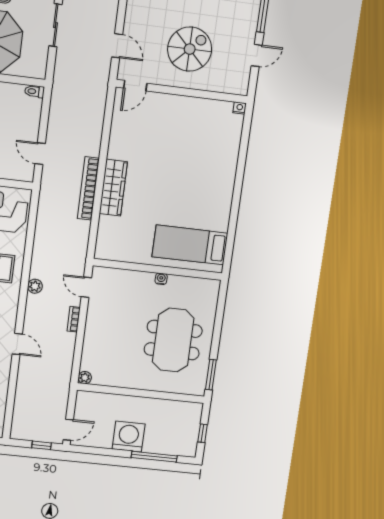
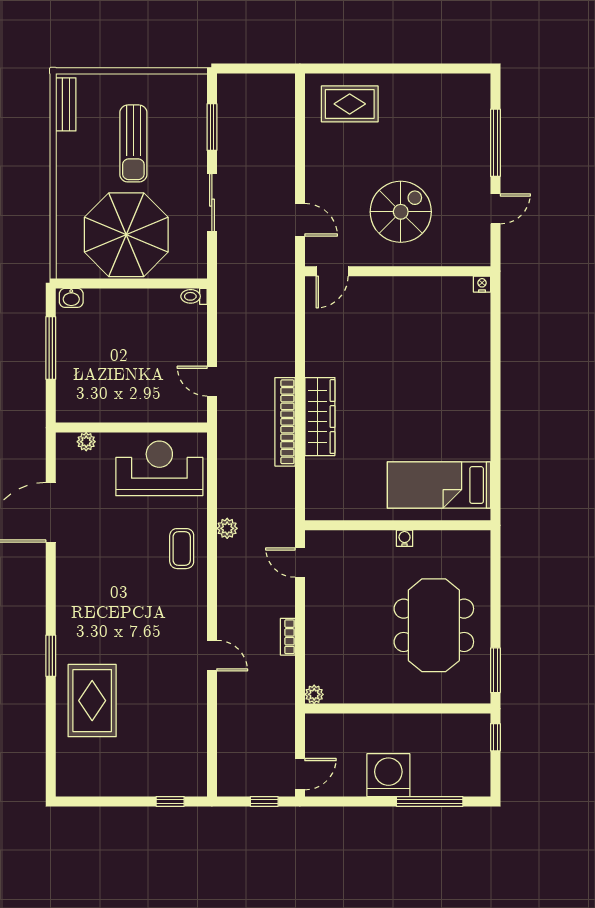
plant: (35, 286) -> (227, 528), moved
bookcase: (74, 319) -> (288, 637), moved
window: (203, 433) -> (495, 737), moved

